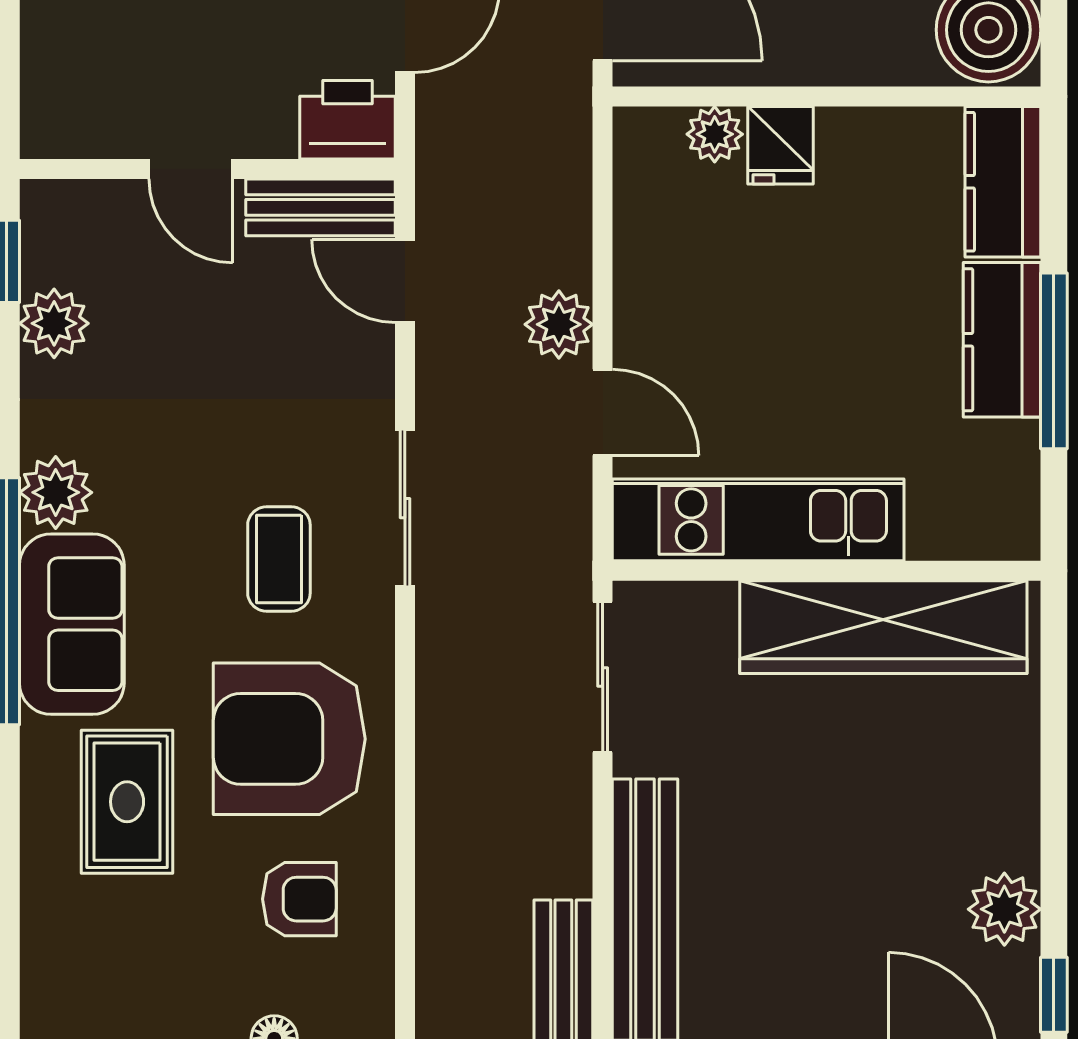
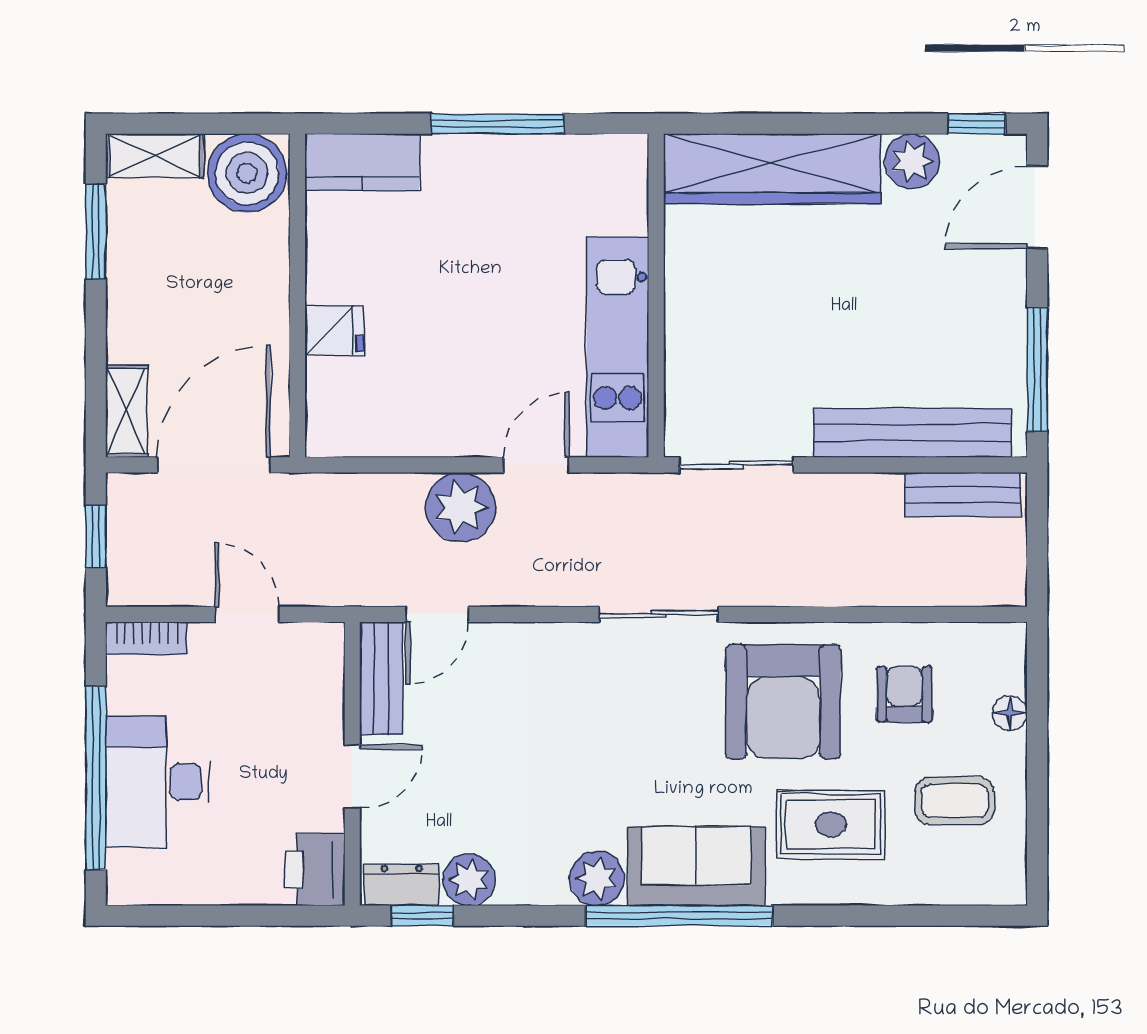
printer: (348, 120) -> (315, 870), moved
plant: (715, 134) -> (326, 380), removed
dresser: (47, 234) -> (402, 885), added
plant: (559, 324) -> (461, 507), width x1.36, depth x1.36
kitchen counter: (1002, 340) -> (481, 163), removed
sliding door: (405, 508) -> (659, 614), moved
coffee table: (279, 559) -> (954, 801), moved
wardrobe: (883, 627) -> (772, 169), moved, turned 90

